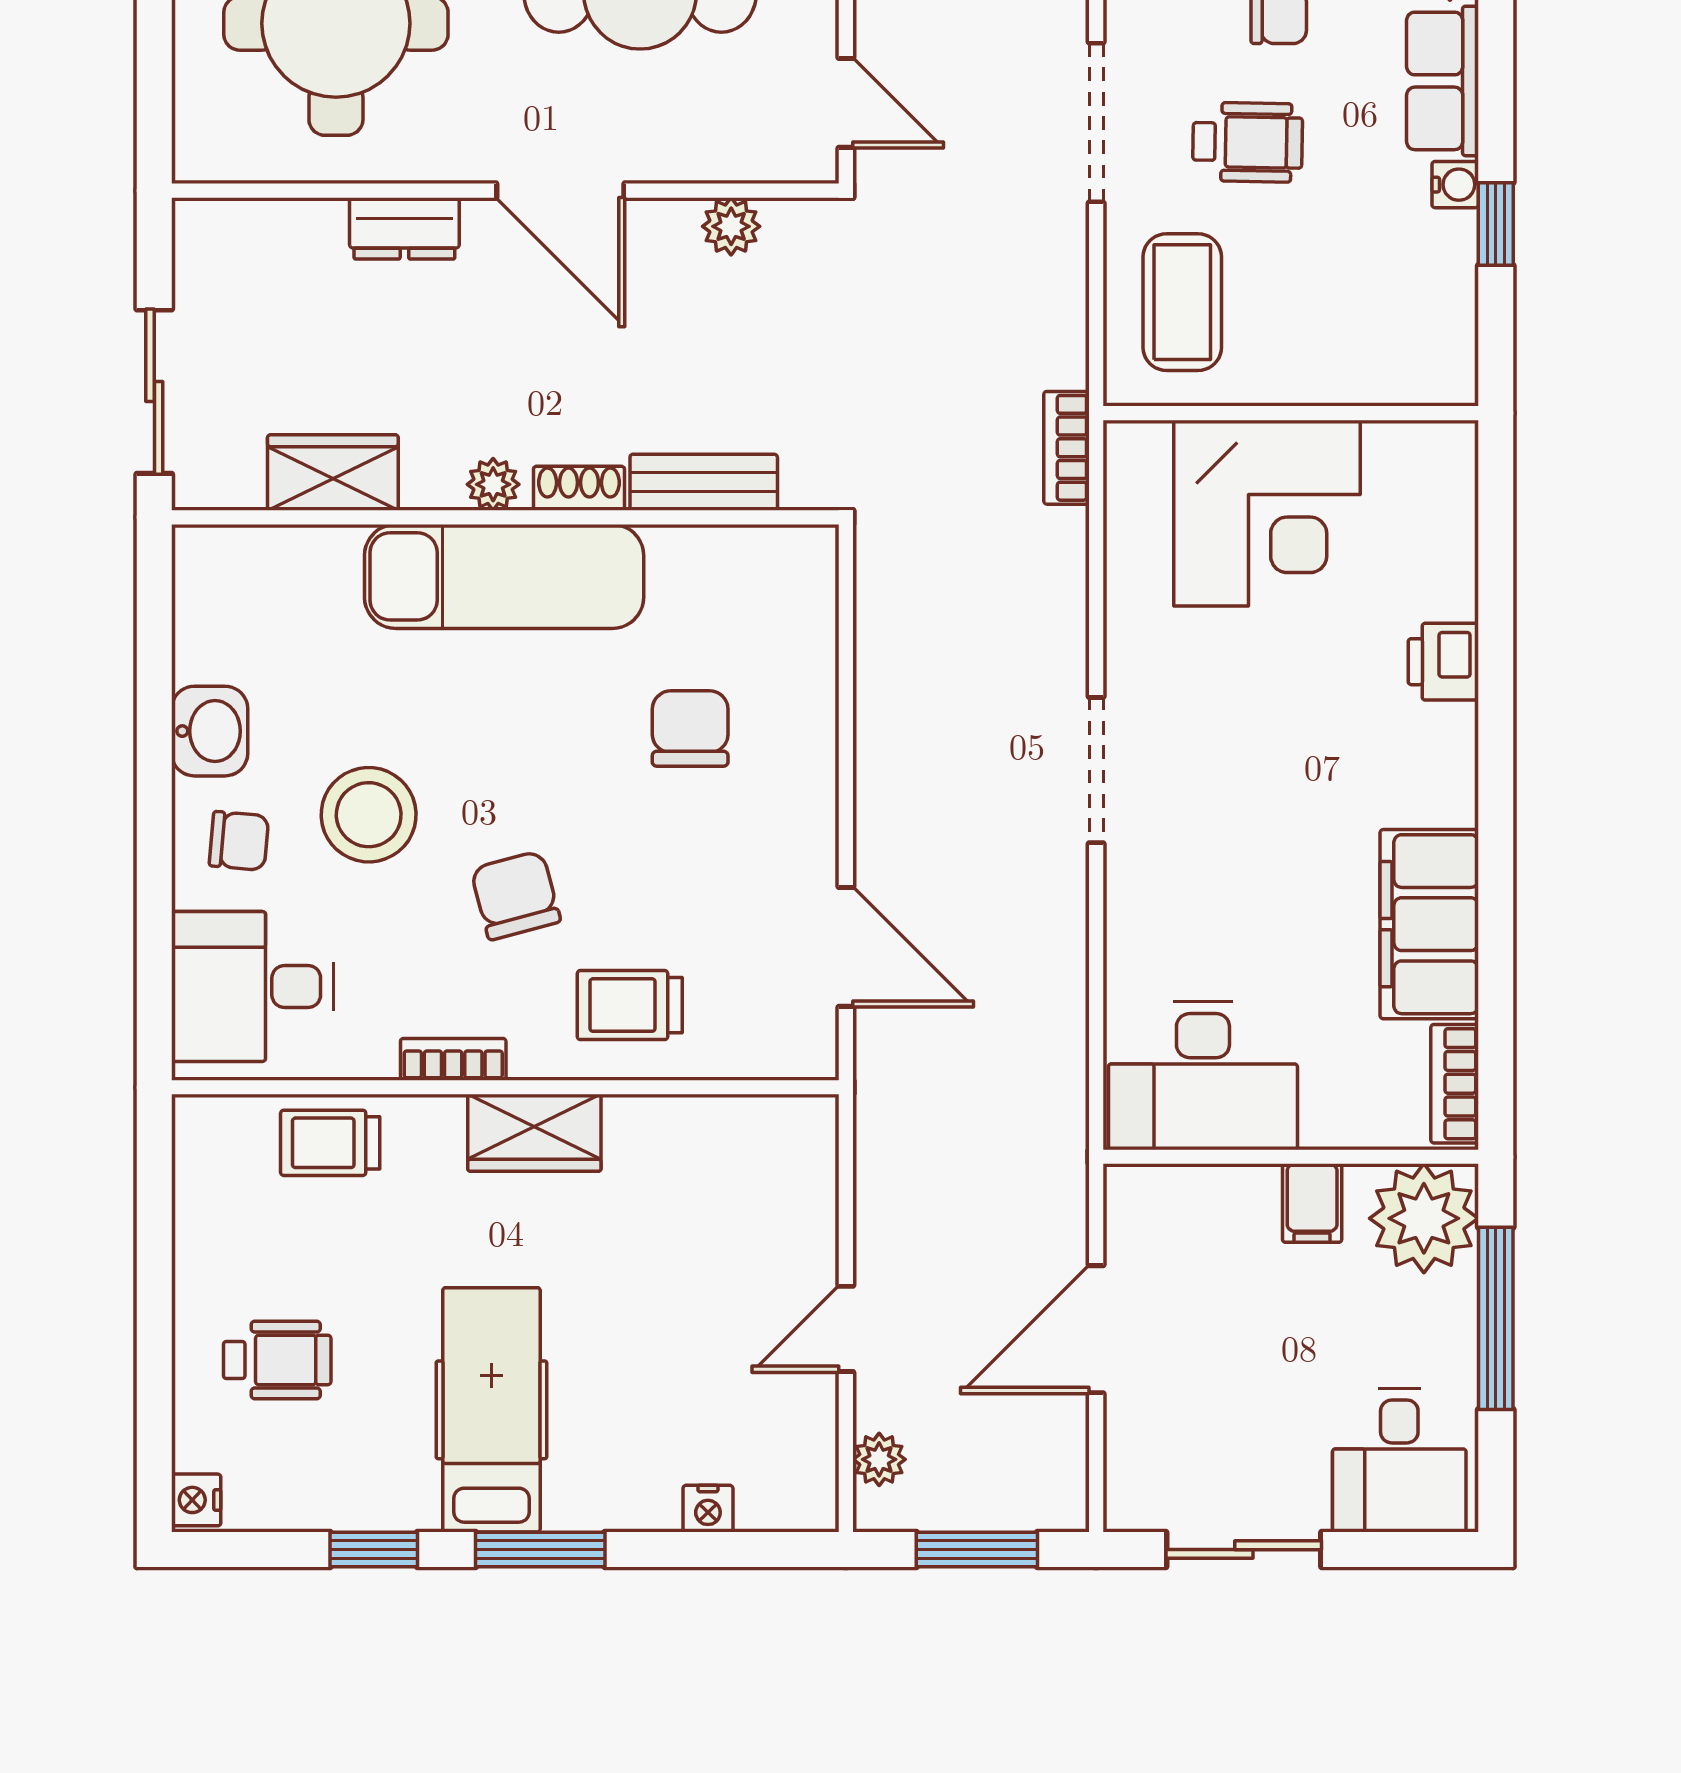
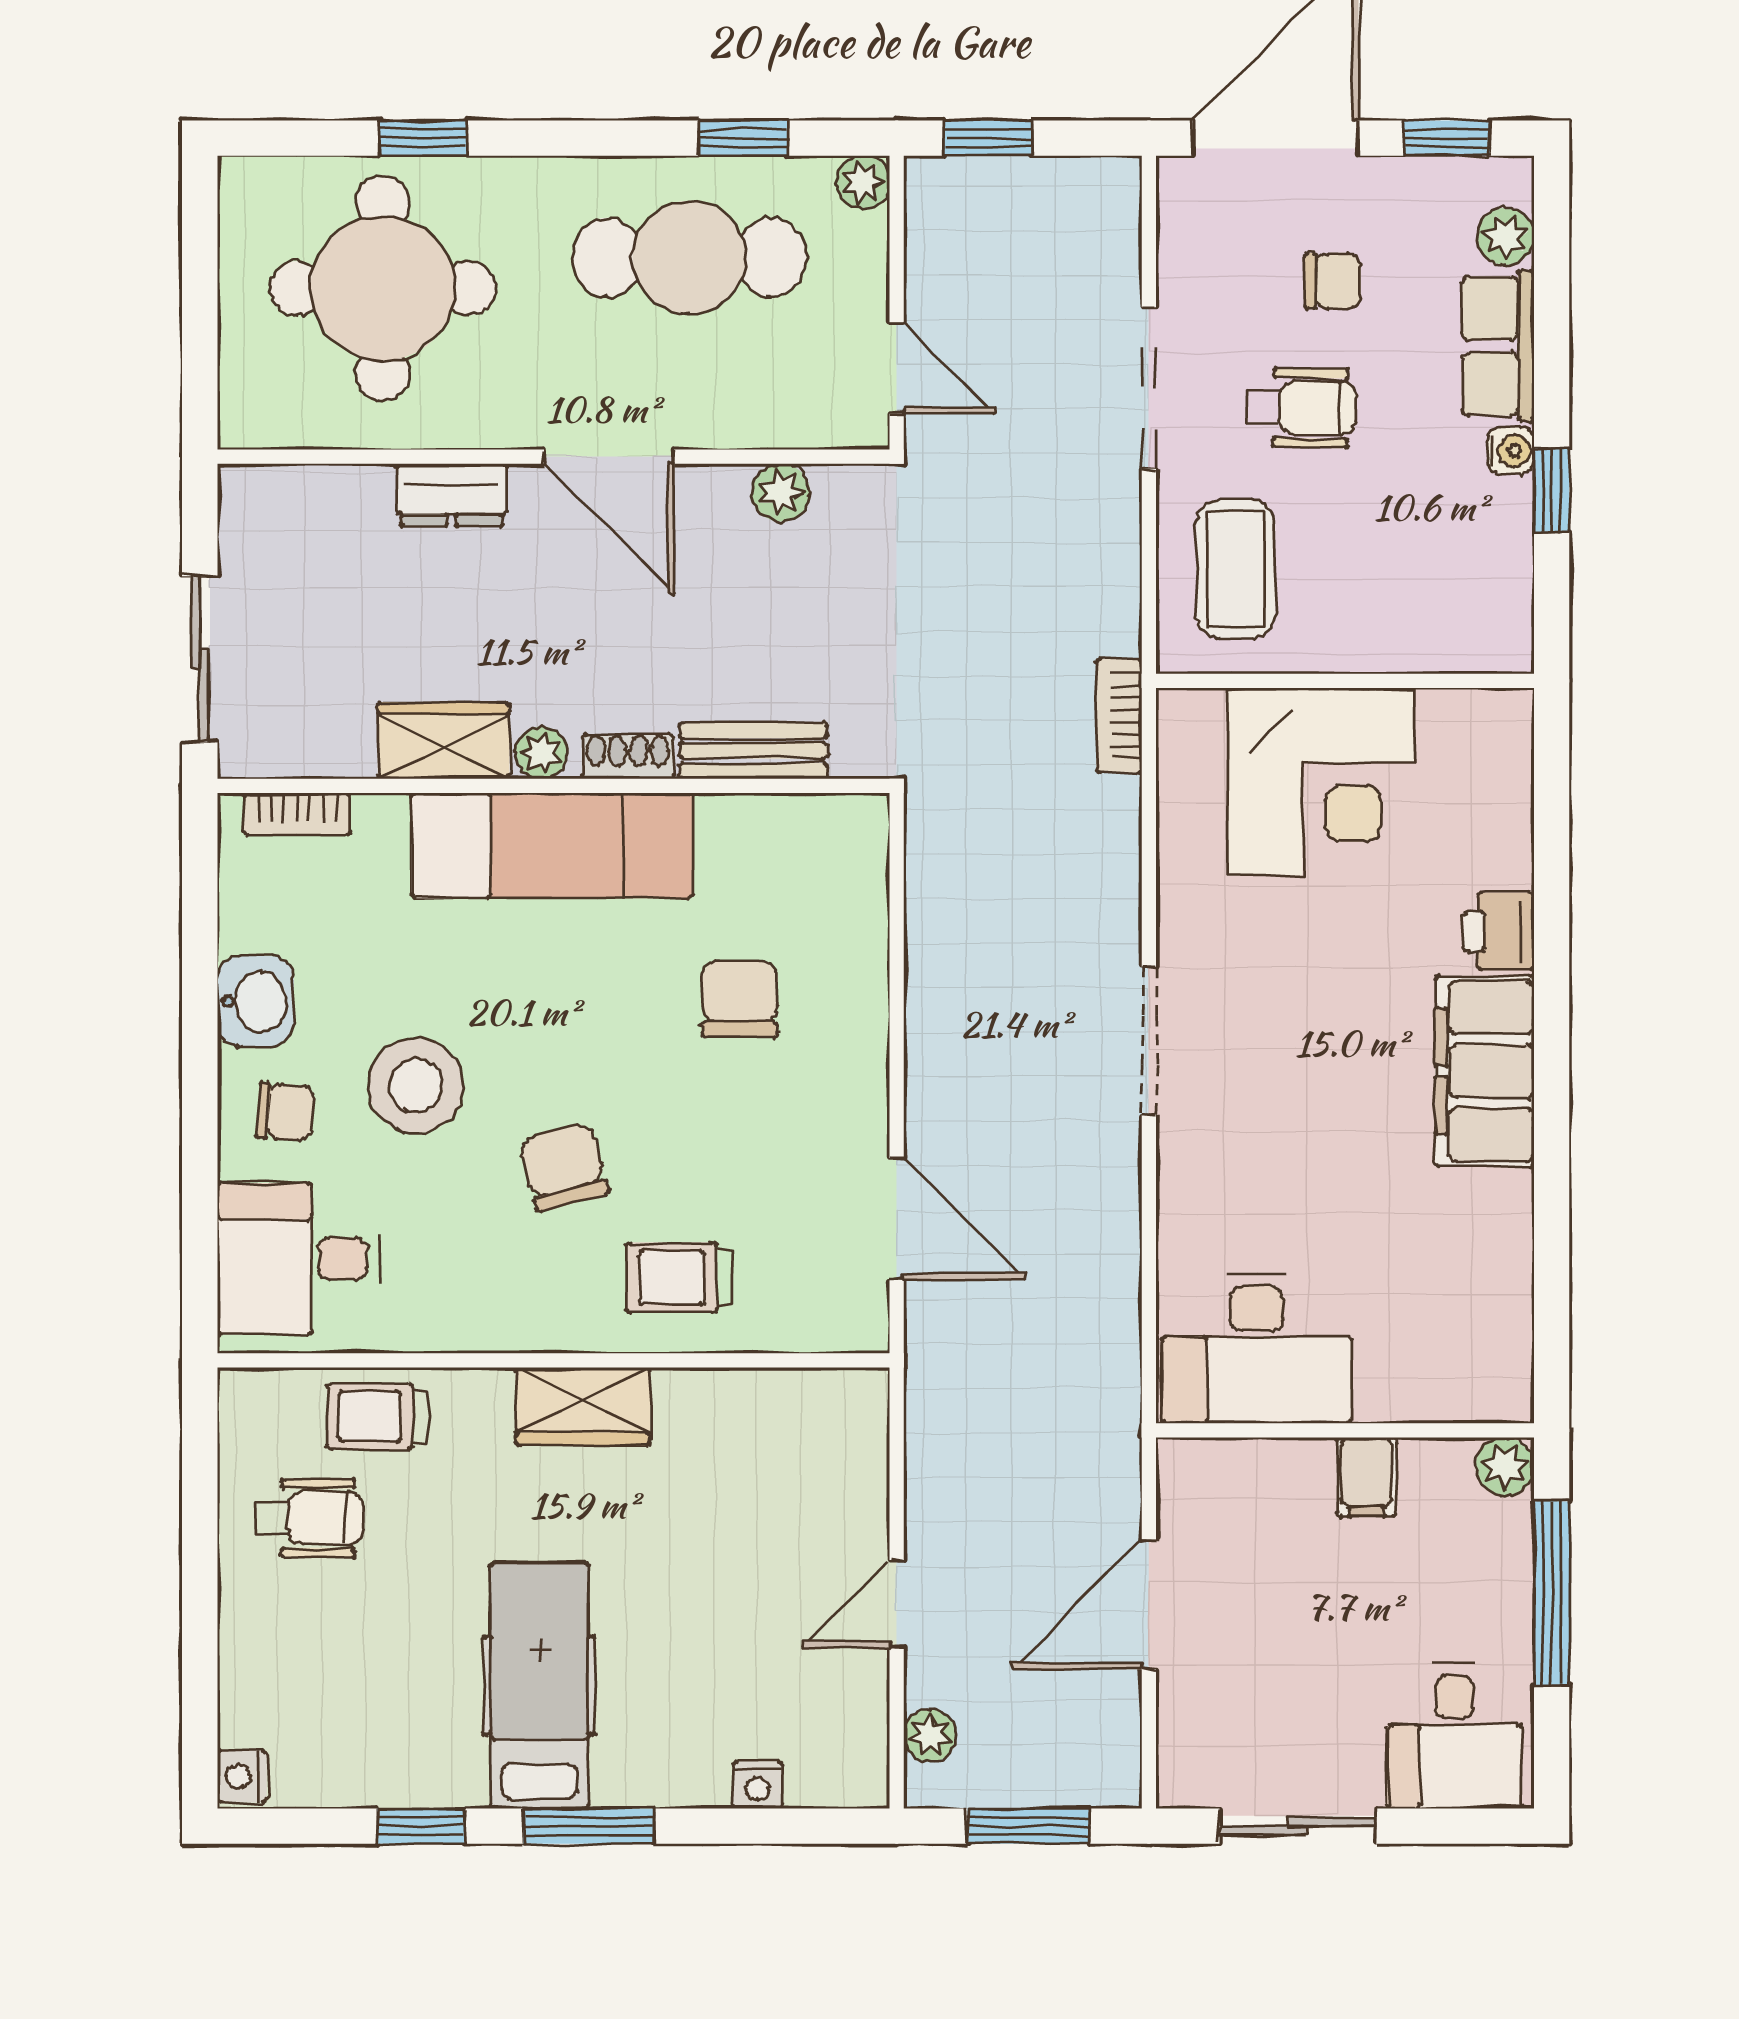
wardrobe: (333, 473) -> (444, 741), moved
filing cabinet: (1429, 924) -> (1485, 1071), moved
bookcase: (453, 1059) -> (297, 814), moved, turned 180
bookcase: (1455, 1084) -> (1510, 1357), removed
plant: (1424, 1218) -> (1505, 1467), width x0.53, depth x0.53
wheelchair: (277, 1360) -> (310, 1518), moved

